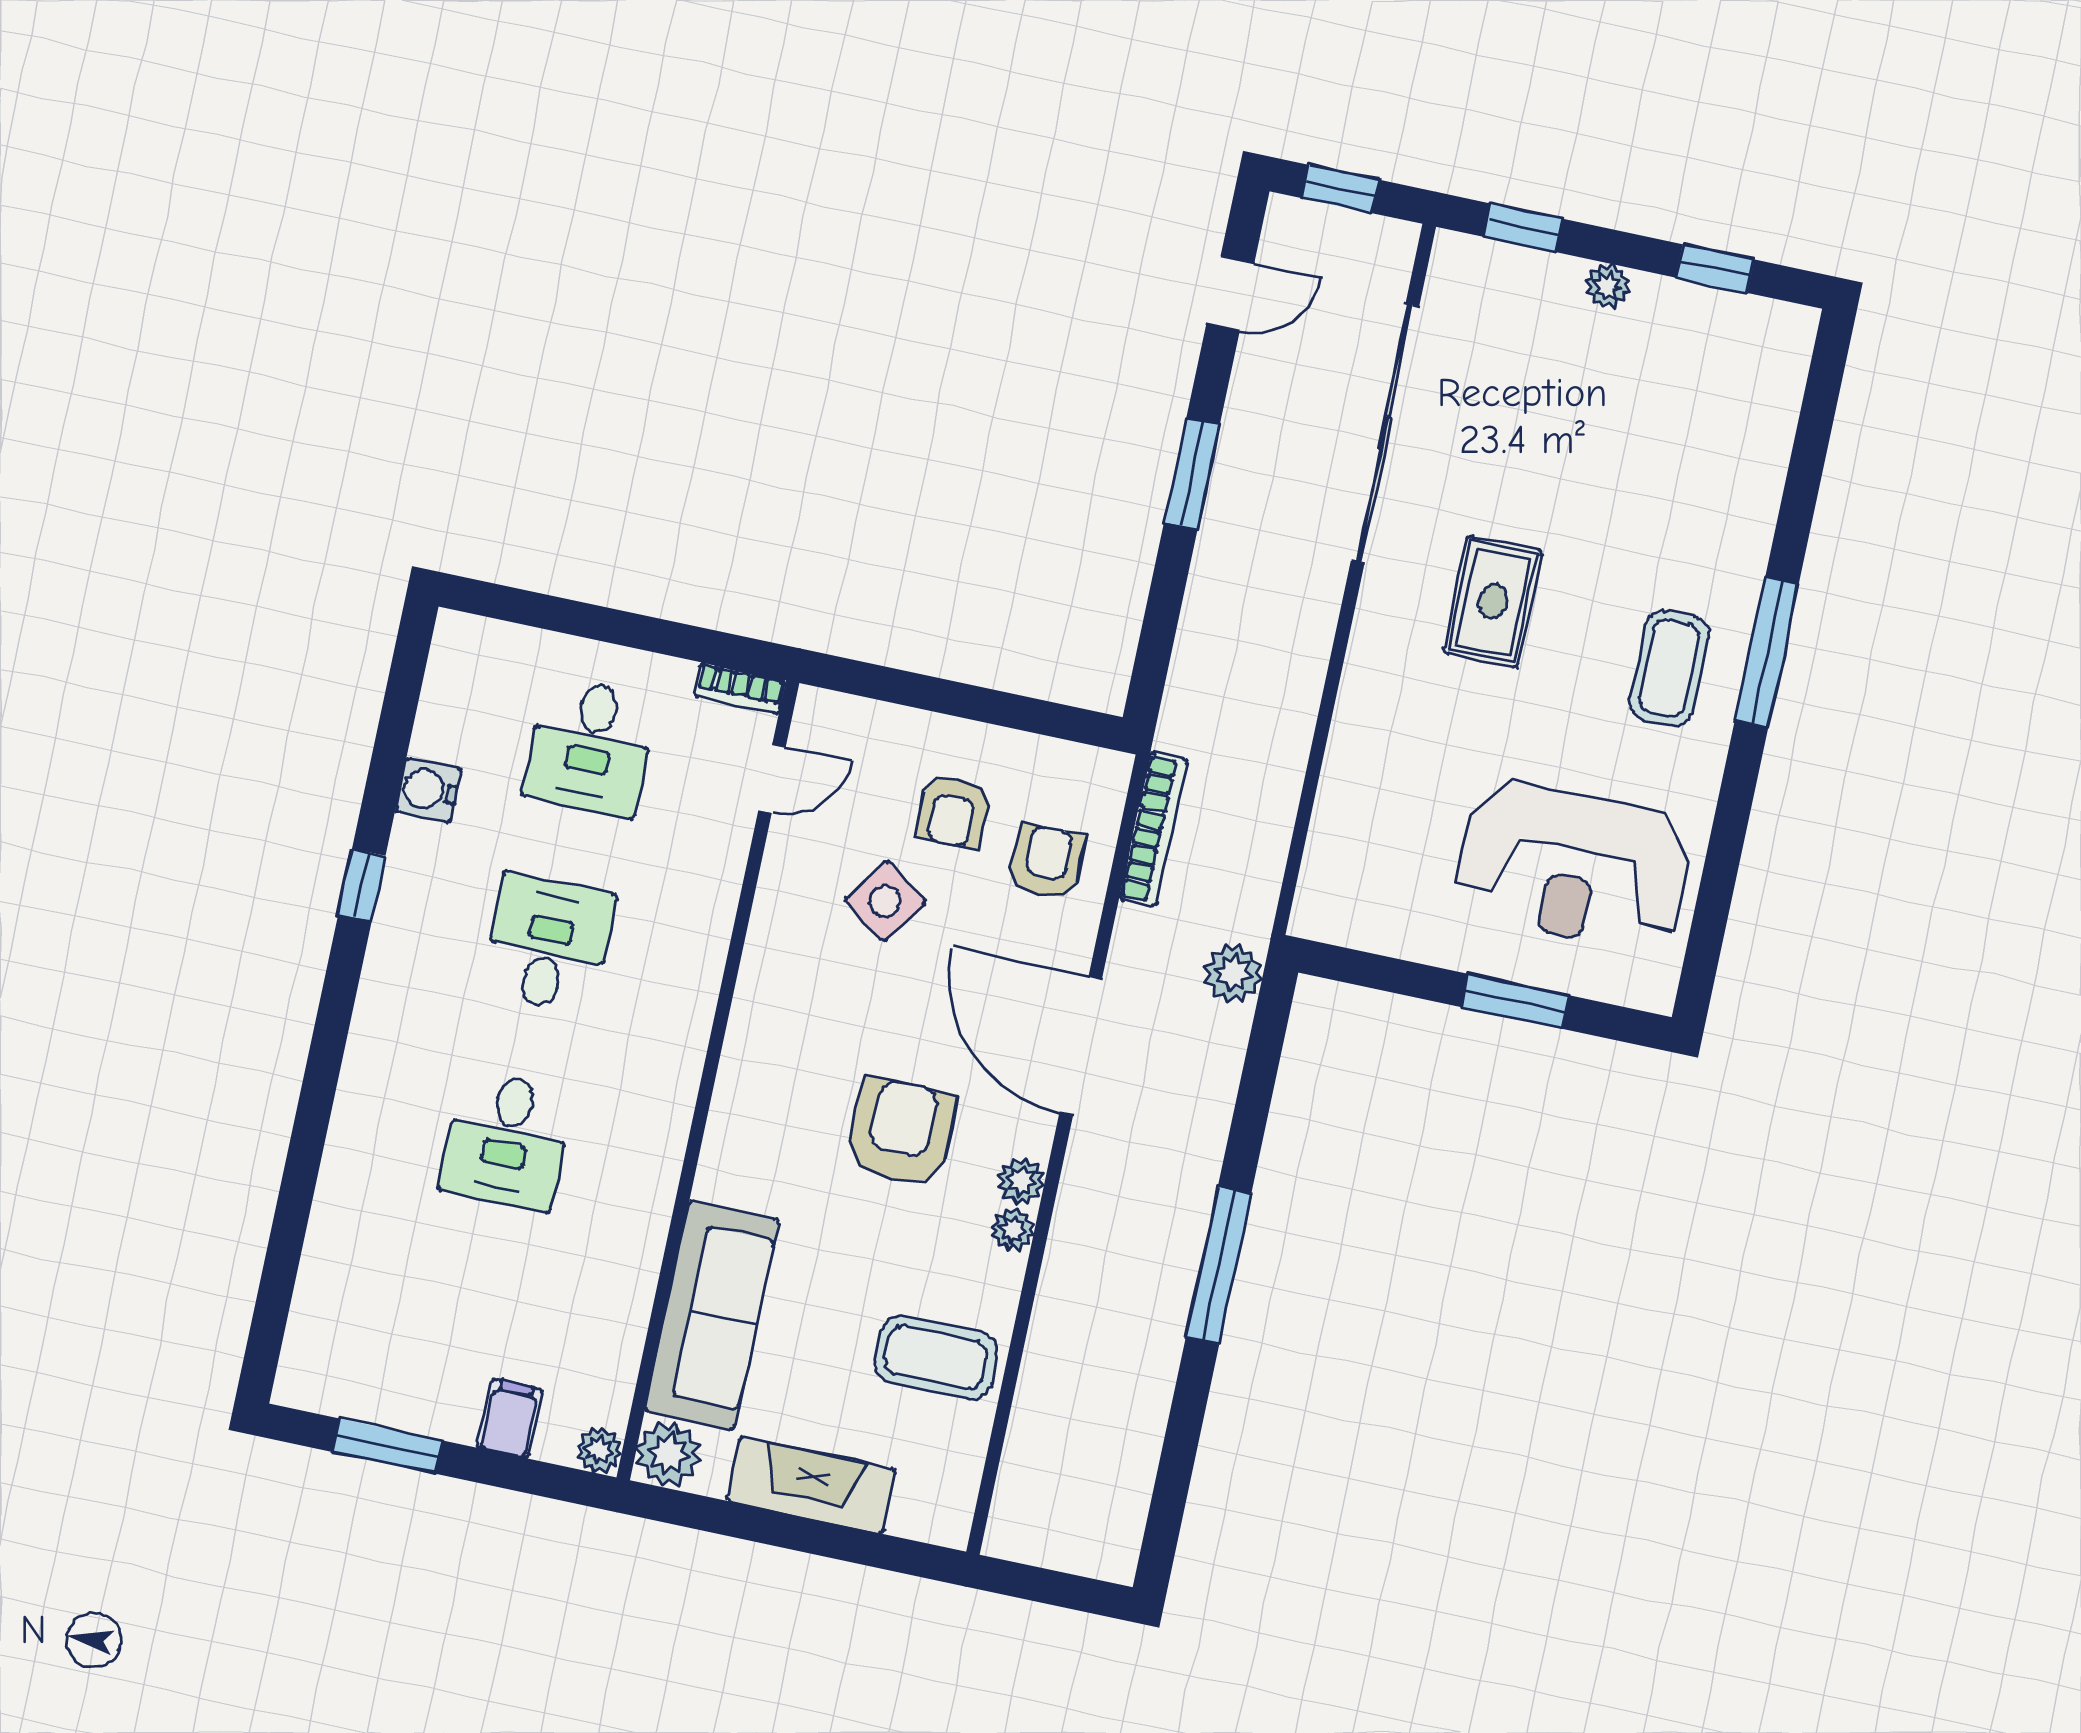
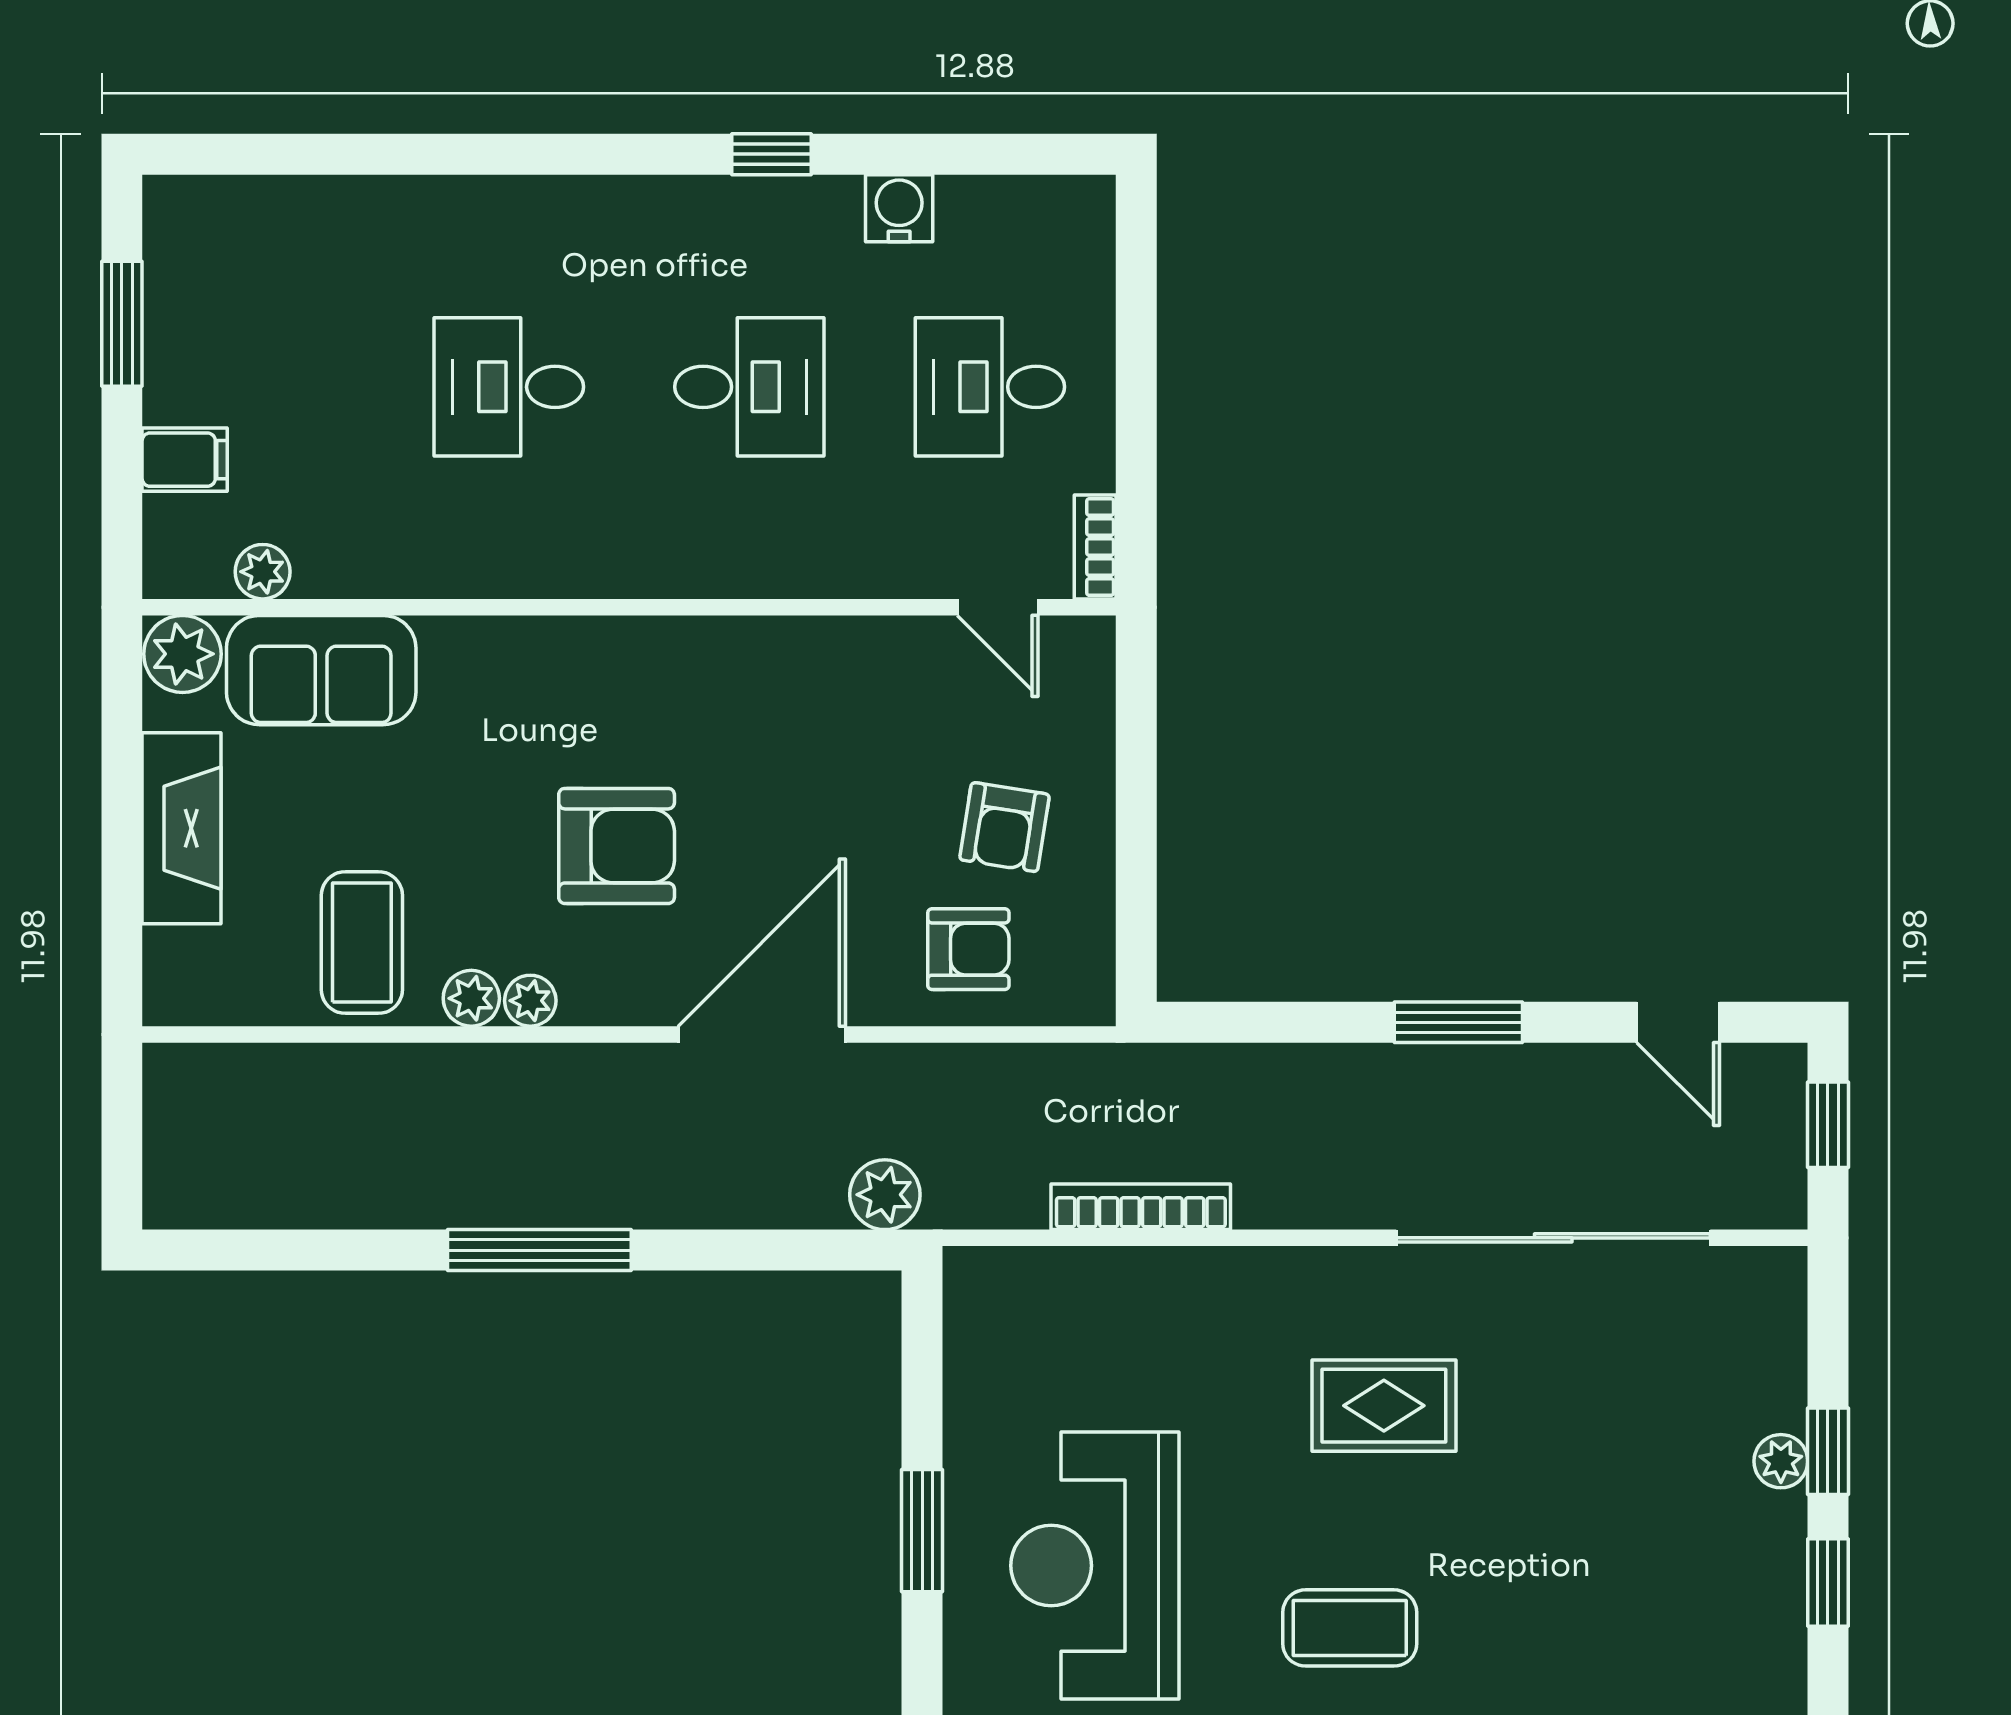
window: (1523, 228) -> (1828, 1451), moved
armchair: (953, 811) -> (1004, 827), turned -81
bookcase: (1153, 829) -> (1141, 1207), moved, turned 180
side table: (885, 901) -> (882, 770), removed
plant: (1021, 1181) -> (471, 998), moved
sofa: (712, 1315) -> (321, 670), width x0.73
plant: (599, 1450) -> (263, 572), moved

